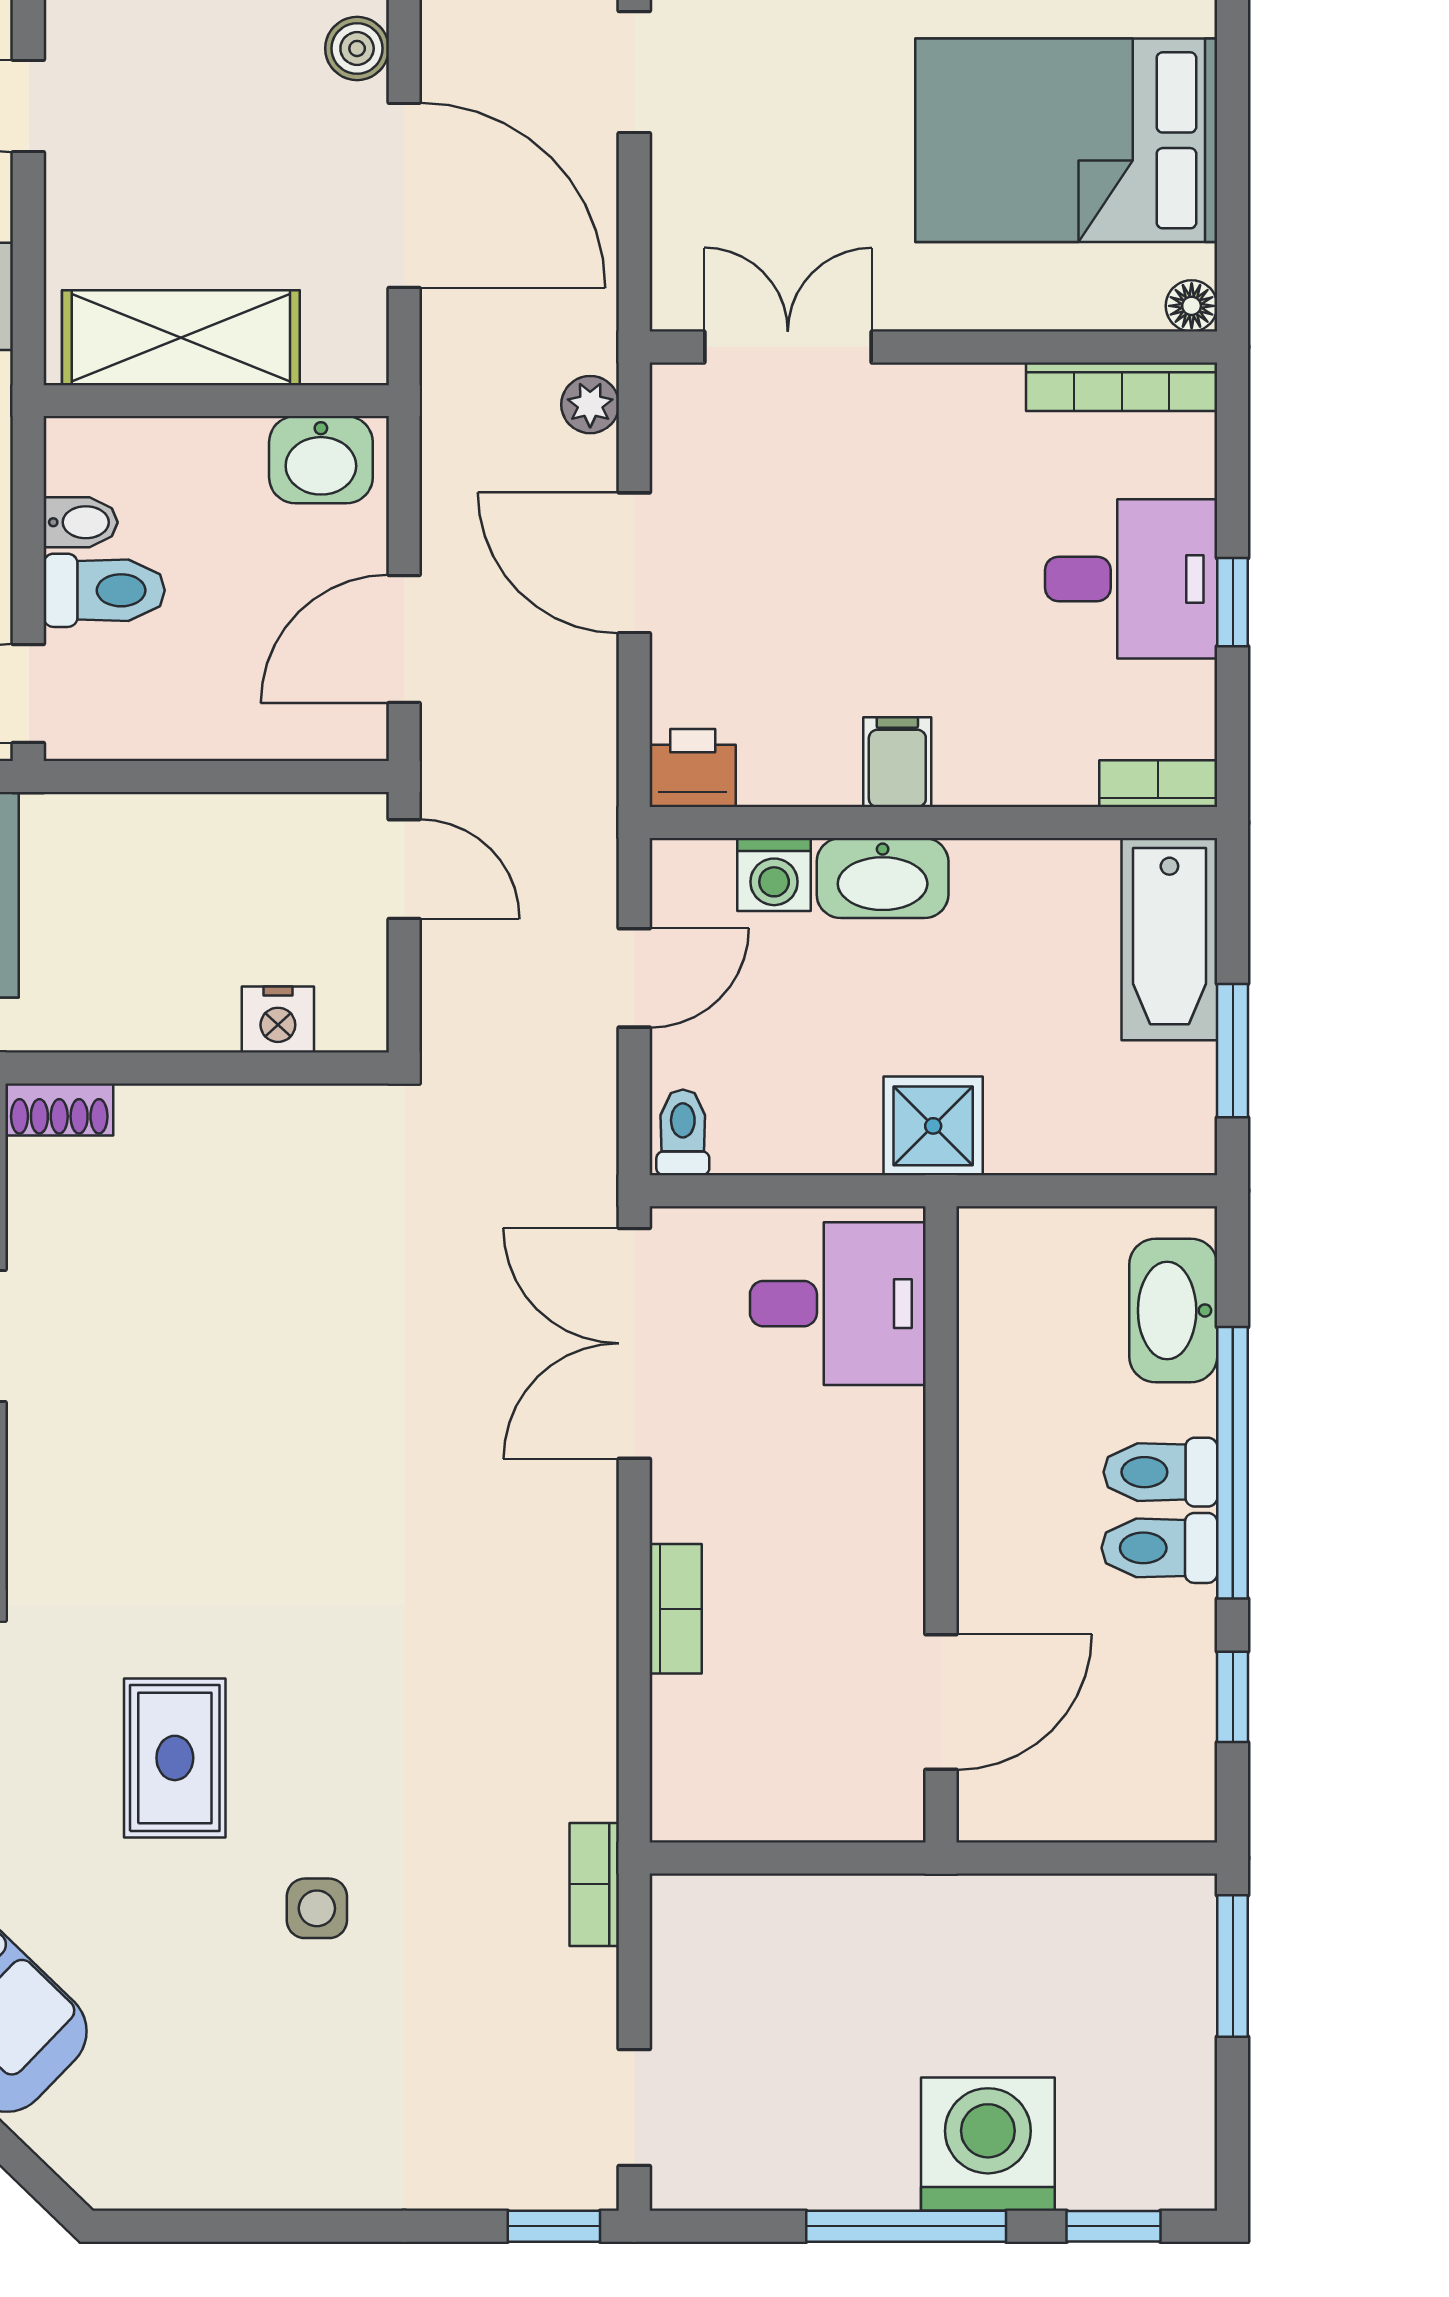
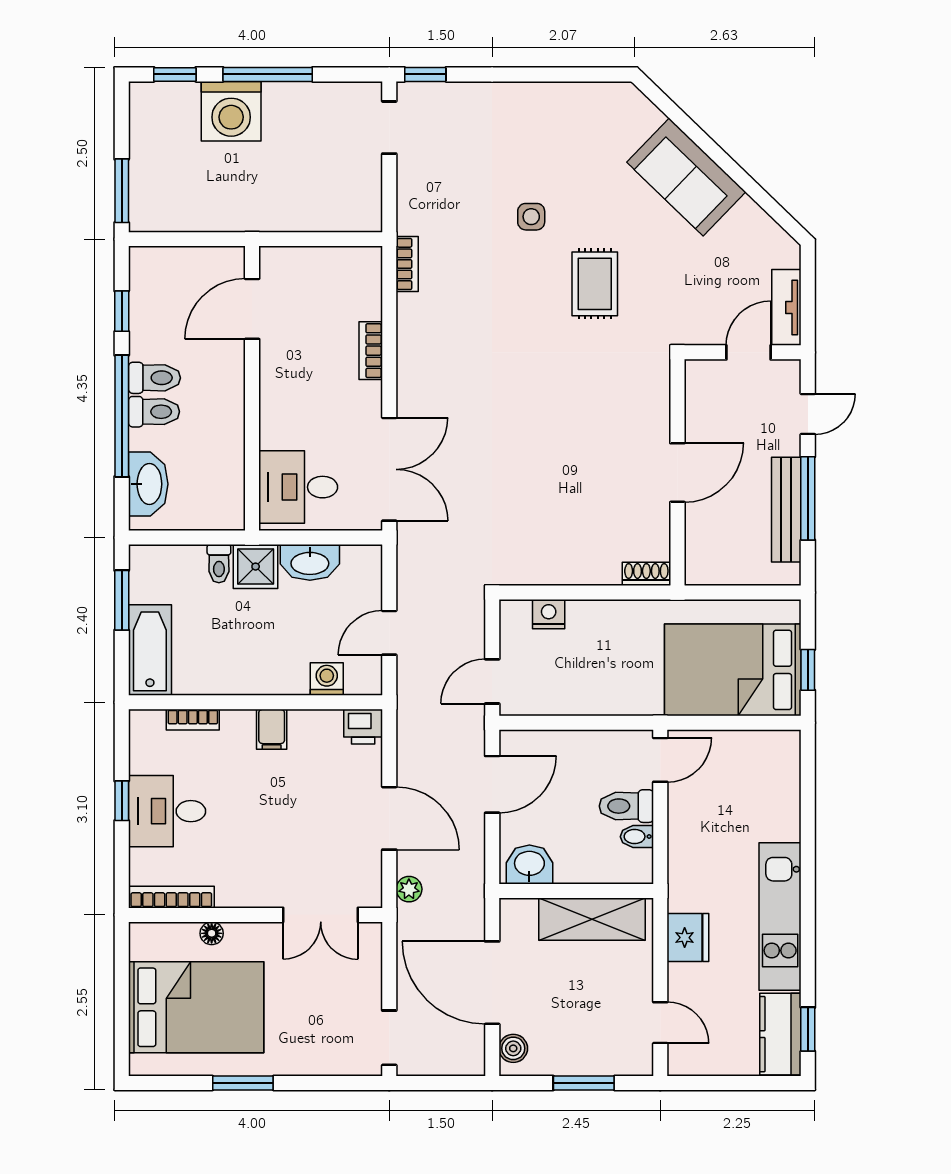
floor lamp: (1192, 306) -> (212, 933), moved
bookcase: (1158, 784) -> (193, 720), moved
door: (404, 869) -> (492, 681), hinge flipped
washbasin: (883, 878) -> (310, 562), moved, turned 180
toilet: (683, 1132) -> (219, 564), moved
bookcase: (594, 1884) -> (407, 264), moved

